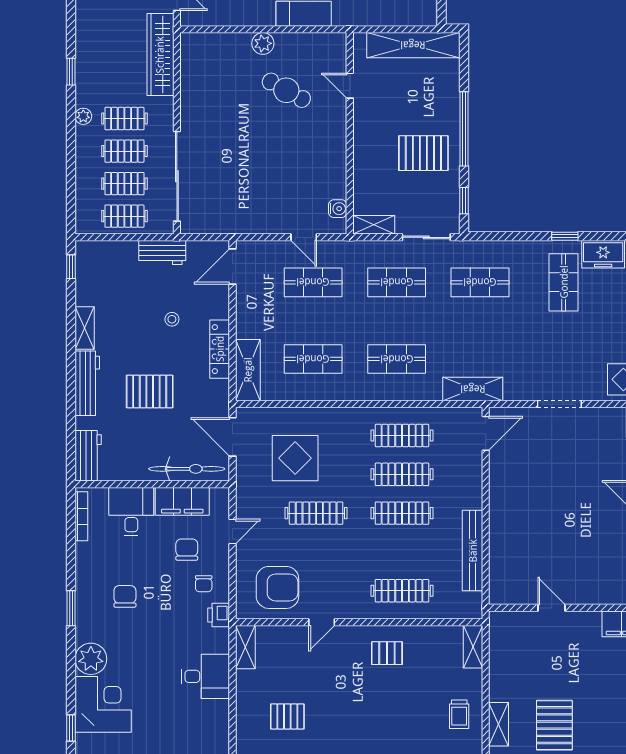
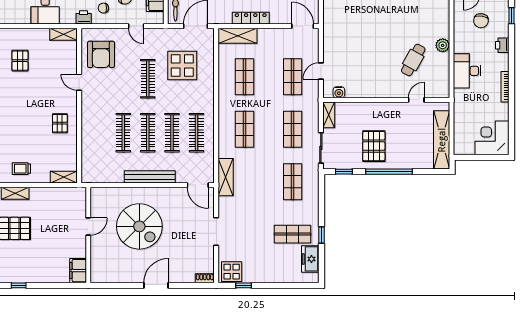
spiral stairs: (551, 526) -> (139, 226), added
bench: (473, 551) -> (150, 177), moved
clothes rail: (402, 591) -> (123, 133), moved

